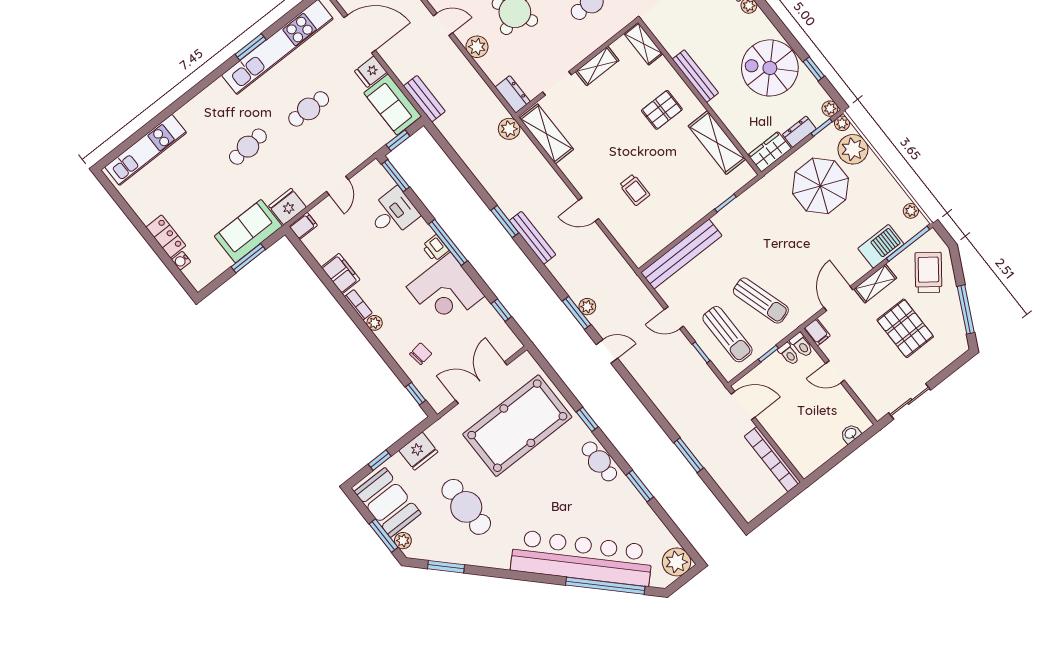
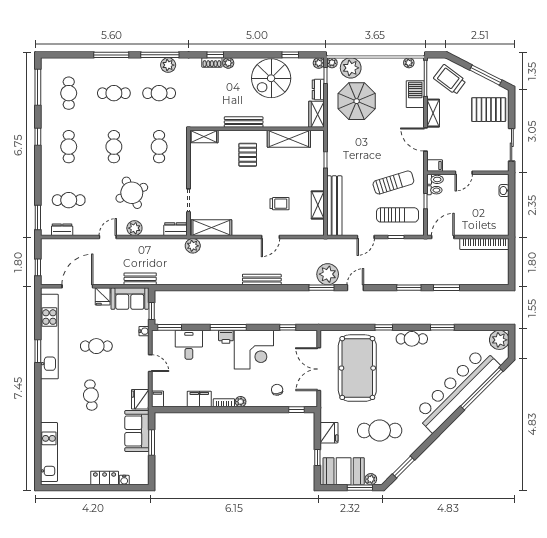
shelving: (597, 66) -> (318, 205), moved
cafe table: (309, 109) -> (96, 346), turned 90
water cooler: (368, 150) -> (144, 331), added
window: (505, 222) -> (409, 288), moved
plant: (587, 307) -> (328, 274), width x1.88, depth x1.88
pallet: (905, 328) -> (489, 110), moved

